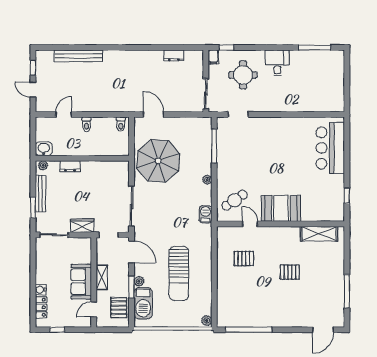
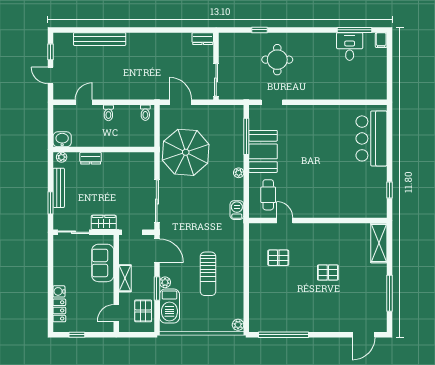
filing cabinet: (213, 57) -> (381, 40), moved
desk: (277, 63) -> (350, 47), moved
wall: (206, 81) -> (216, 66), moved
sliding door: (206, 94) -> (216, 80), moved
cafe table: (235, 200) -> (268, 195), turned -56
booth: (281, 208) -> (263, 151), moved, turned 90
shelving: (319, 234) -> (379, 243), moved, turned 90
sun lounger: (179, 273) -> (208, 274), width x0.73, depth x0.75
sofa: (81, 282) -> (103, 263), moved

